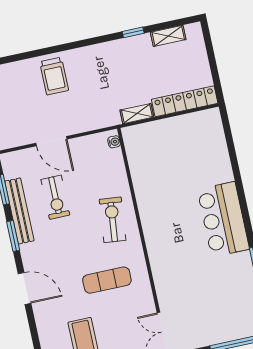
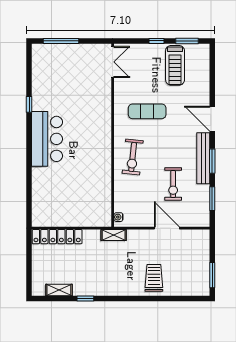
shelving: (137, 114) -> (114, 235), moved
exercise bike: (55, 197) -> (173, 184), turned 180
bench: (19, 211) -> (203, 158), moved

